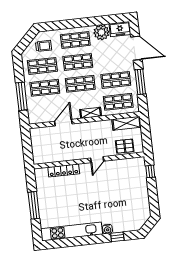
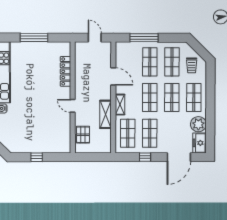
window: (140, 82) -> (145, 157), width x0.46
shelving: (126, 123) -> (106, 114), moved
door: (27, 145) -> (95, 38), added
window: (150, 171) -> (37, 157), moved

